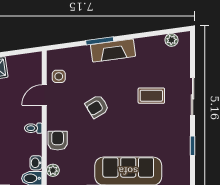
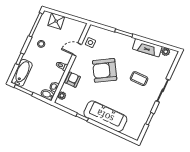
fireplace: (113, 51) -> (147, 48), moved
armchair: (97, 107) -> (105, 70), width x1.88, depth x1.88

